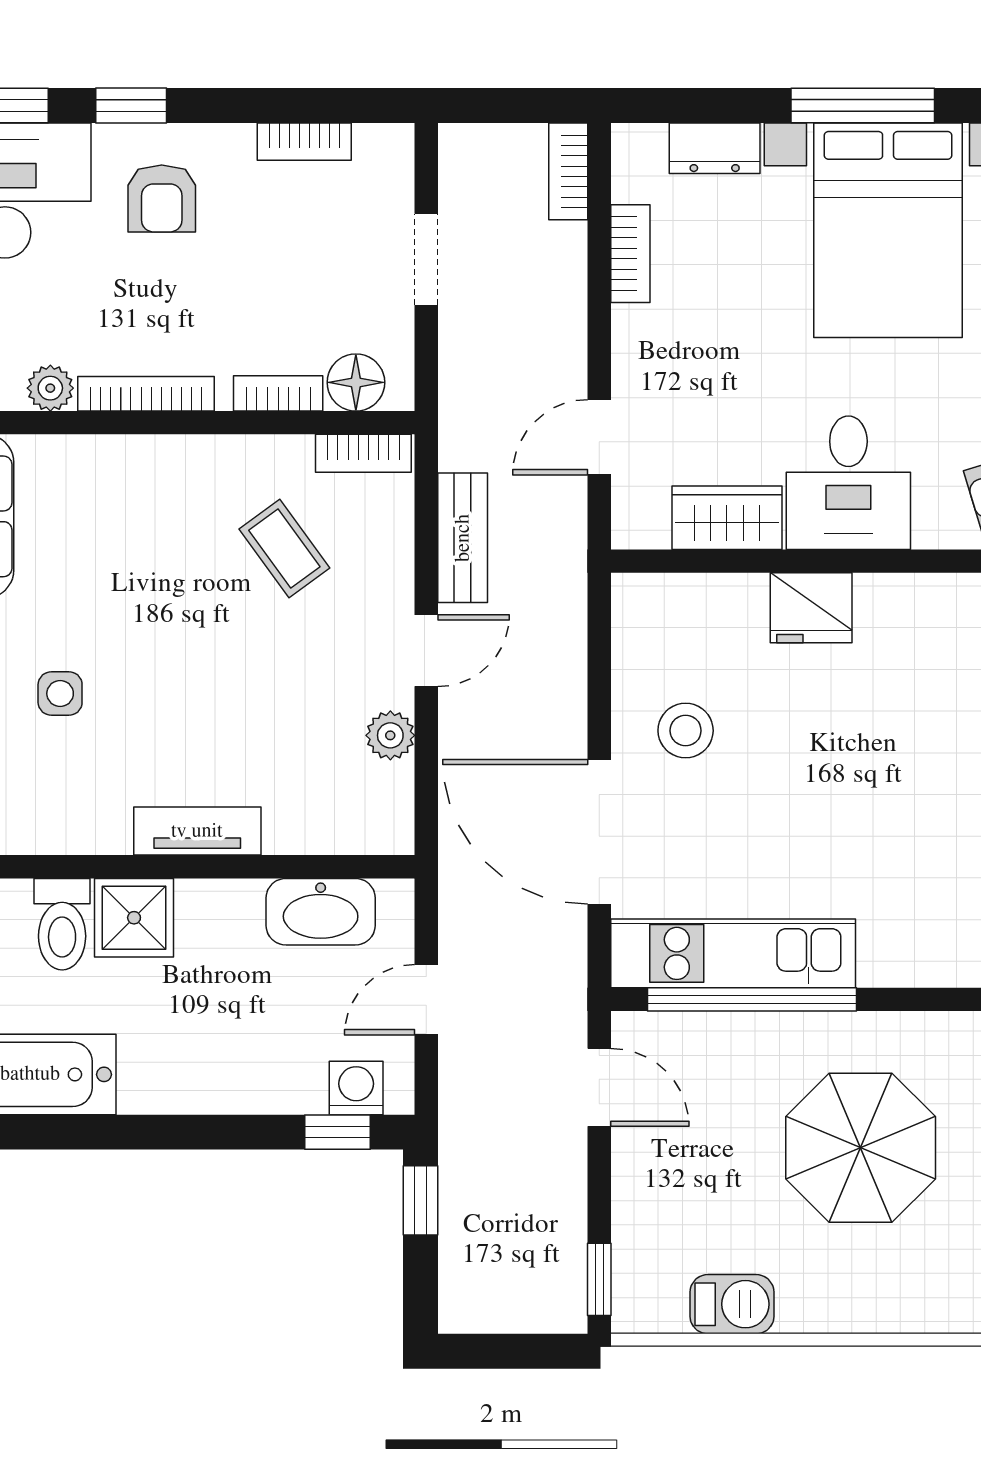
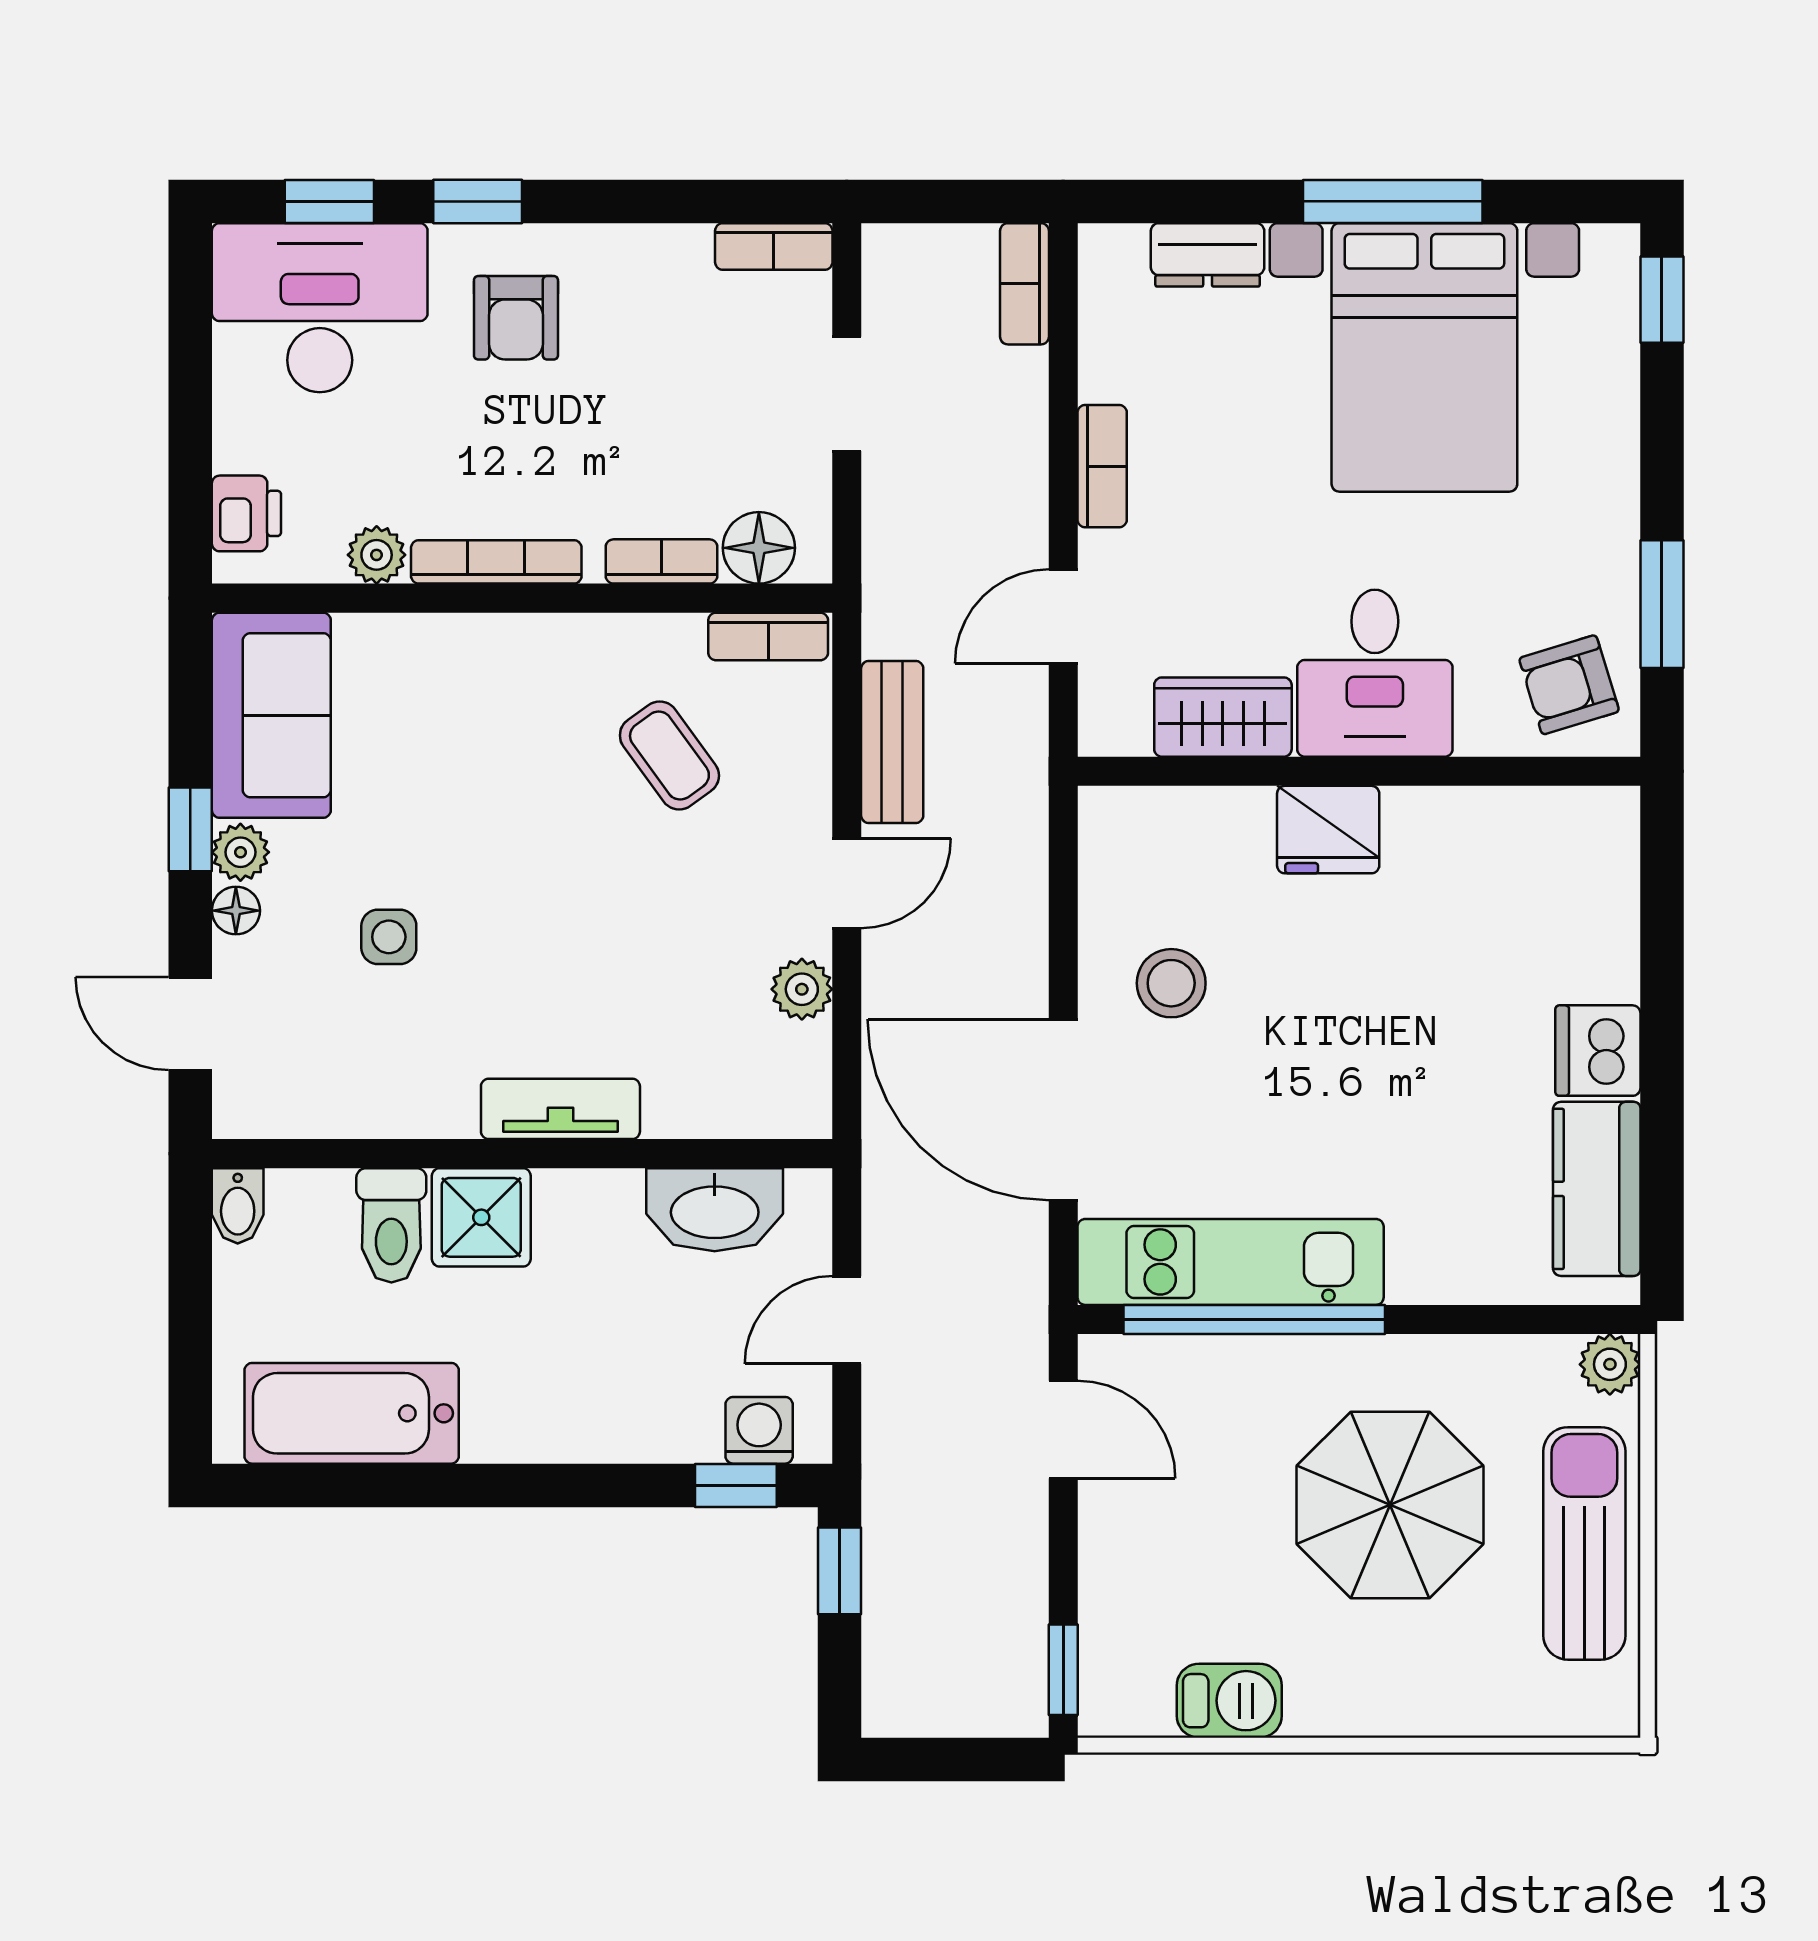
bookcase: (304, 142) -> (774, 246), moved
bookcase: (630, 254) -> (1102, 466), moved

